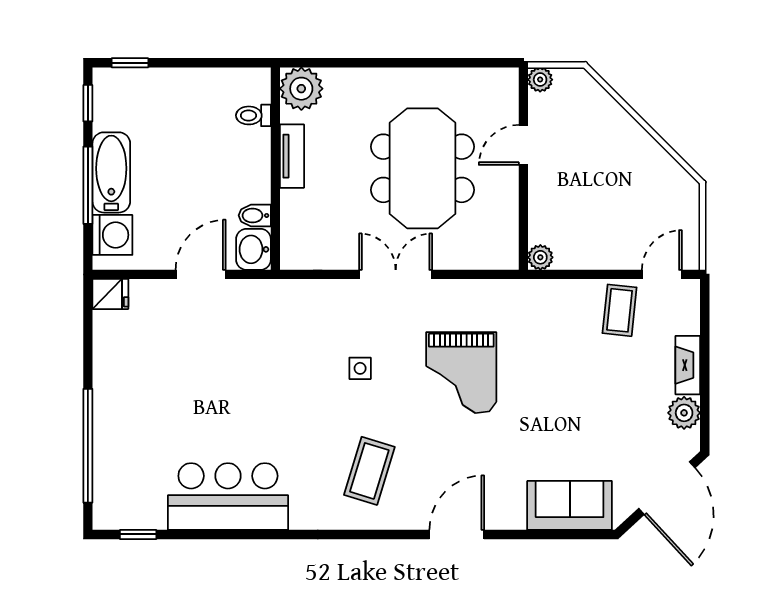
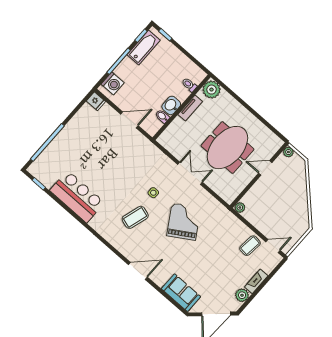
bathtub: (111, 172) -> (144, 48), moved
washbasin: (253, 249) -> (171, 105), moved
grand piano: (461, 373) -> (184, 222), turned 148
coffee table: (369, 471) -> (135, 217), moved

